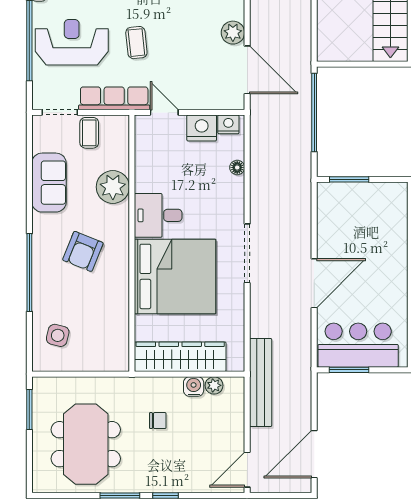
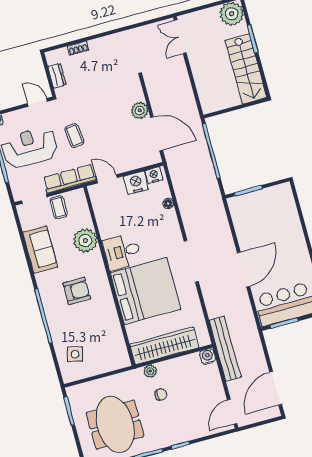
armchair: (83, 251) -> (77, 291), turned -112
plant: (214, 385) -> (150, 371), moved
water cooler: (194, 387) -> (208, 356), moved

